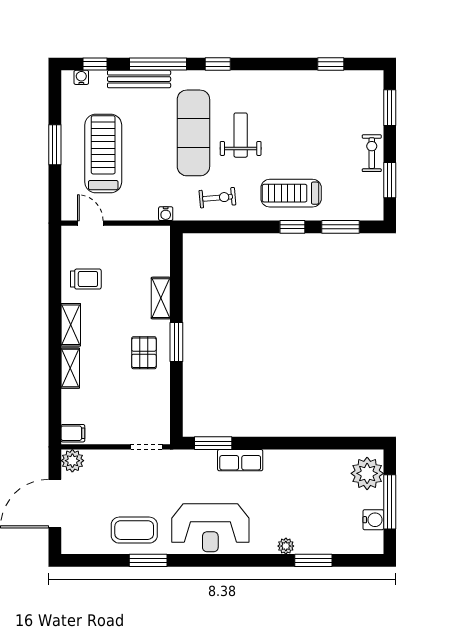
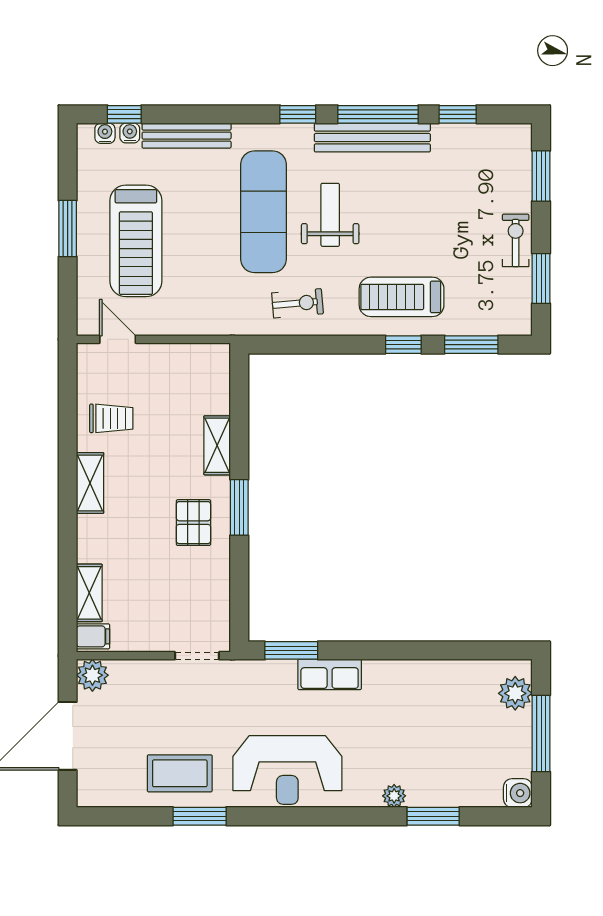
window: (158, 64) -> (378, 114), moved
bench: (270, 80) -> (372, 138), added
treadmill: (103, 154) -> (136, 241), turned 180
water cooler: (166, 214) -> (130, 133), moved, turned 180
shelving: (70, 368) -> (89, 593), moved
plant: (367, 473) -> (515, 693), width x0.73, depth x0.73
water cooler: (373, 520) -> (518, 793), moved

